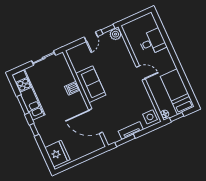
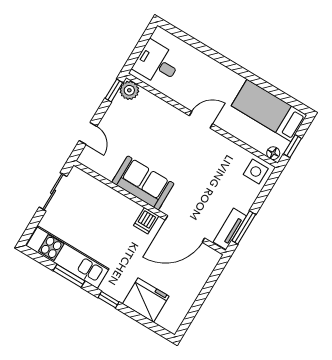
door: (91, 37) -> (88, 133), moved
desk: (152, 42) -> (157, 63), moved, turned -90
dishwasher: (72, 88) -> (146, 221), moved
tv unit: (131, 130) -> (230, 229), moved
fridge: (57, 154) -> (146, 300), moved

